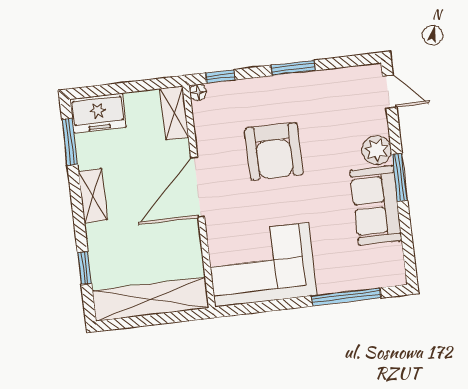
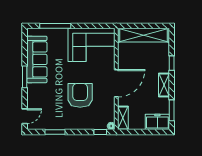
window: (293, 68) -> (55, 132), moved
door: (390, 92) -> (25, 116), swing flipped
plant: (377, 150) -> (34, 90), removed
sofa: (376, 205) -> (37, 59), width x1.36
window: (85, 268) -> (172, 63), moved

